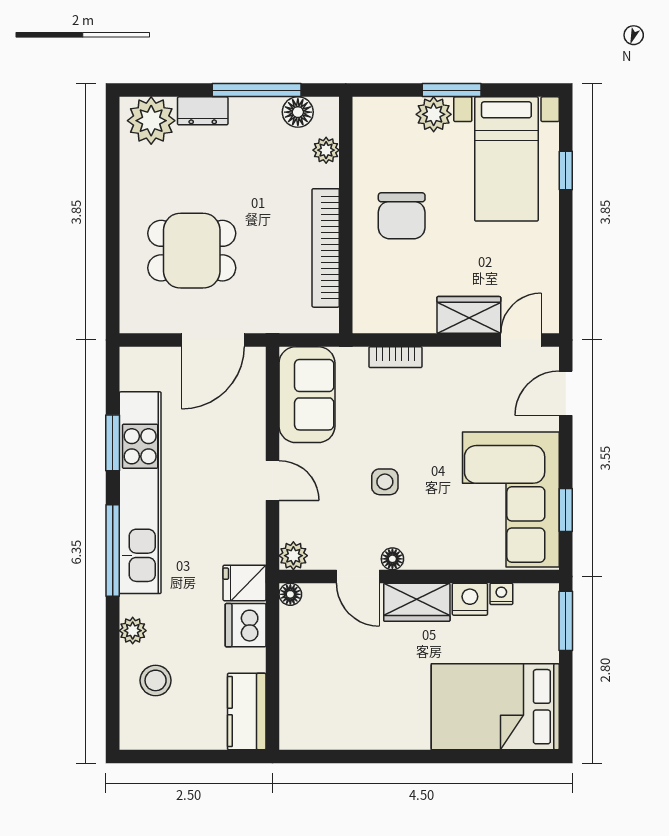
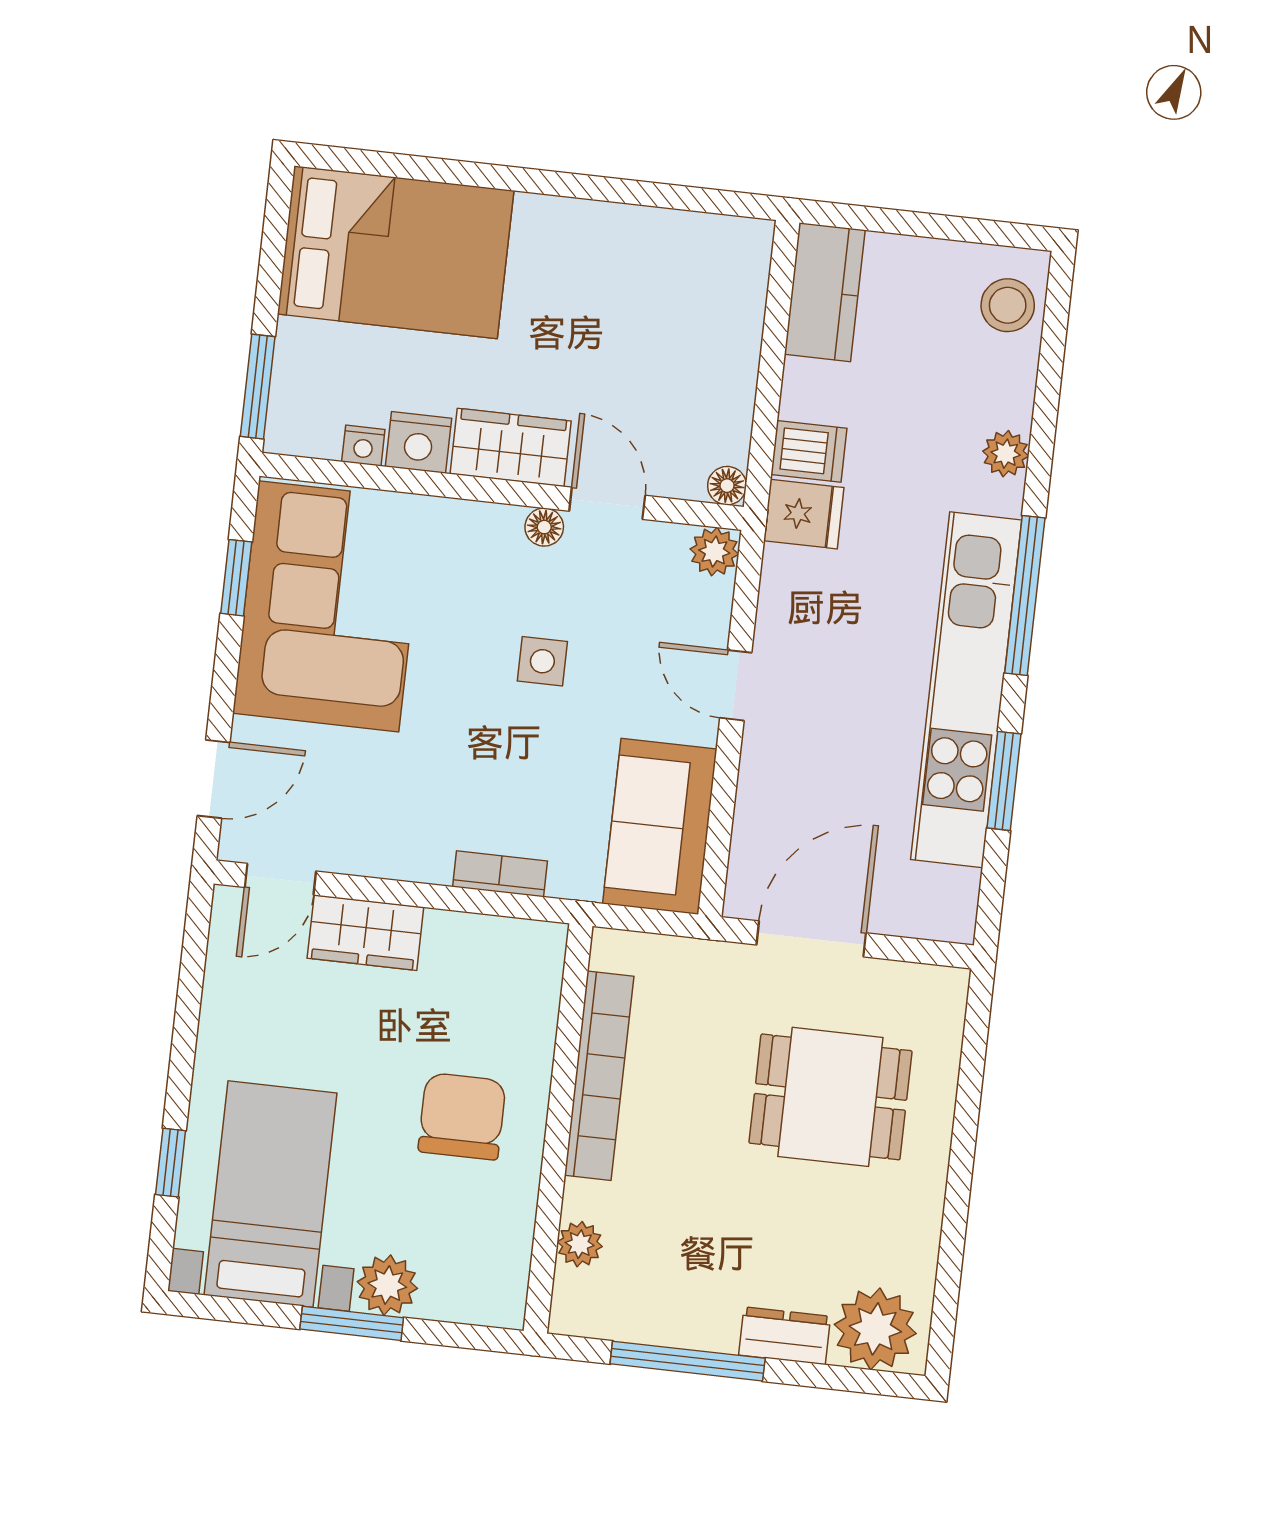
floor lamp: (298, 112) -> (621, 1315), removed
dishwasher: (246, 625) -> (809, 451), width x0.73
stool: (156, 680) -> (1008, 305), moved

